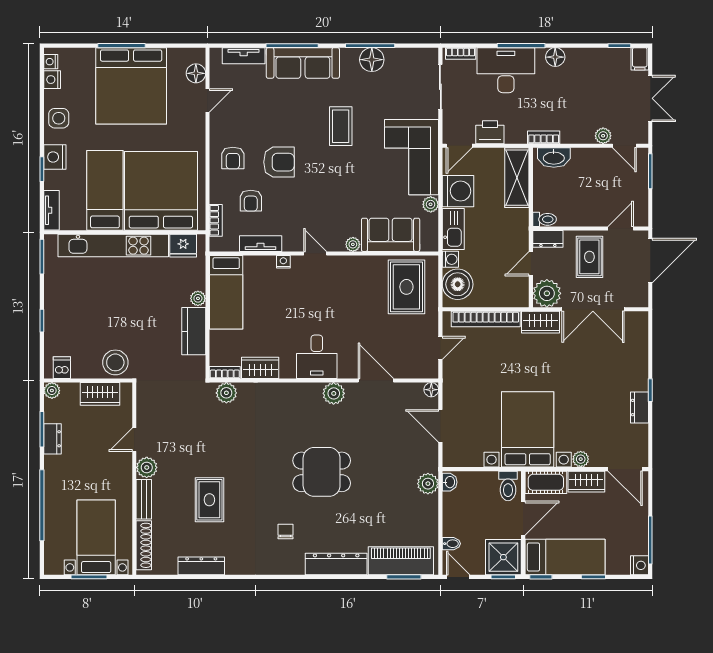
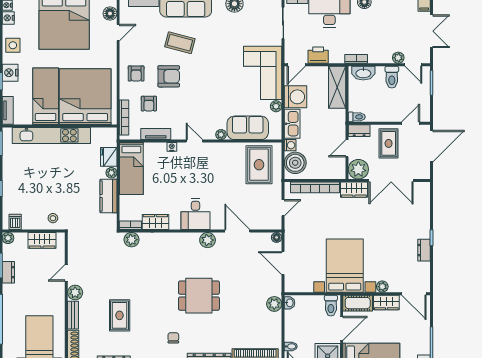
coffee table: (341, 126) -> (180, 43), moved, turned -75
toilet: (594, 163) -> (392, 77), added
bookcase: (216, 220) -> (124, 118), width x1.56
fridge: (183, 246) -> (109, 157), moved, turned 90
stool: (115, 362) -> (53, 218), width x0.53, depth x0.53

